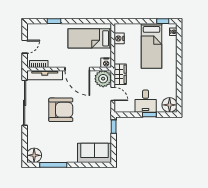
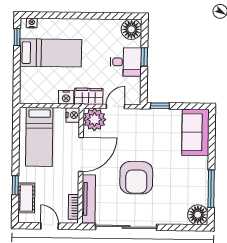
cot: (45, 29) -> (26, 198), added
nightstand: (119, 38) -> (66, 97), moved
armchair: (61, 110) -> (136, 178), turned 180

